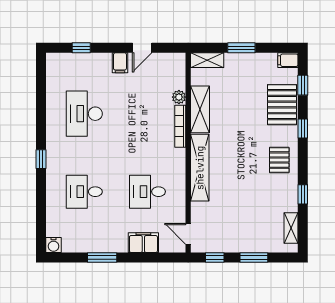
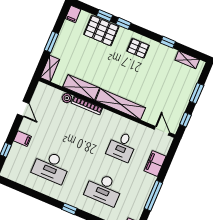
filing cabinet: (120, 63) -> (22, 139), moved
window: (303, 85) -> (105, 15), moved
desk: (84, 192) -> (104, 189), width x1.37
door: (188, 234) -> (162, 131), swing flipped
window: (102, 258) -> (153, 196), width x1.44

